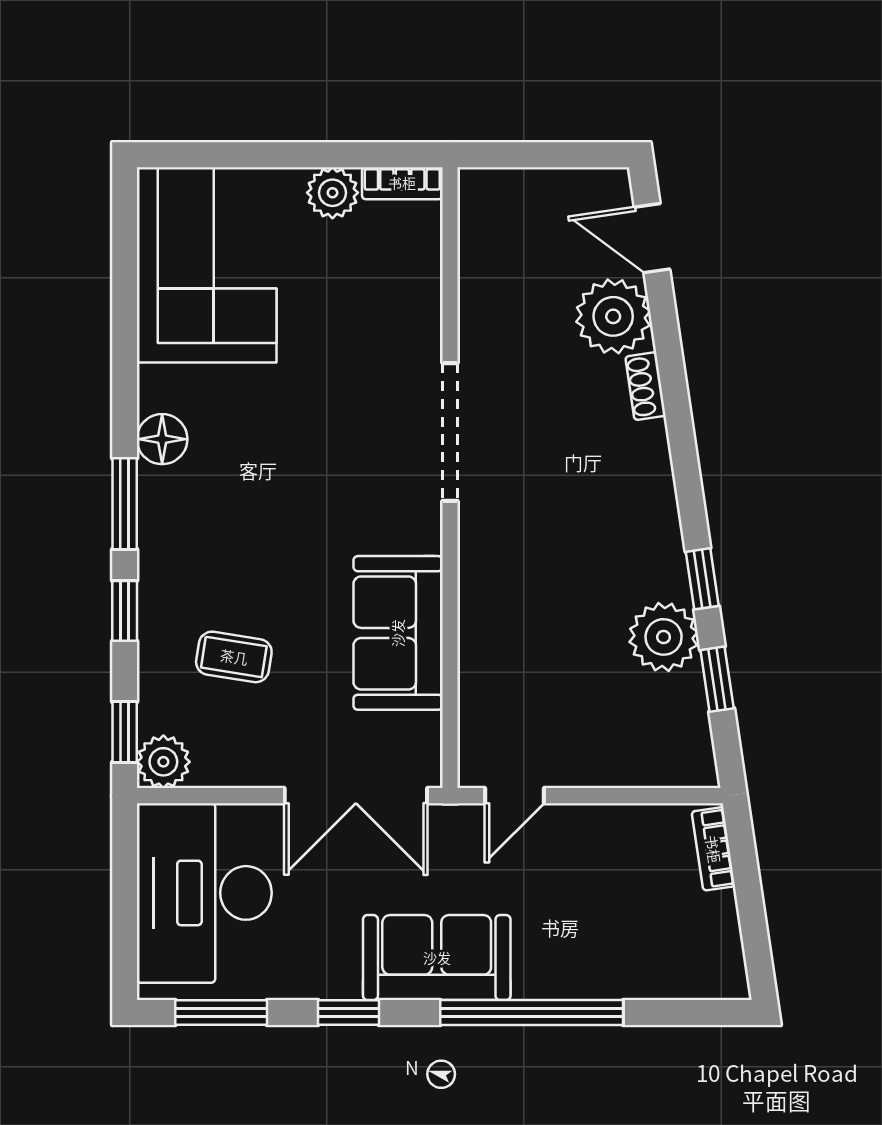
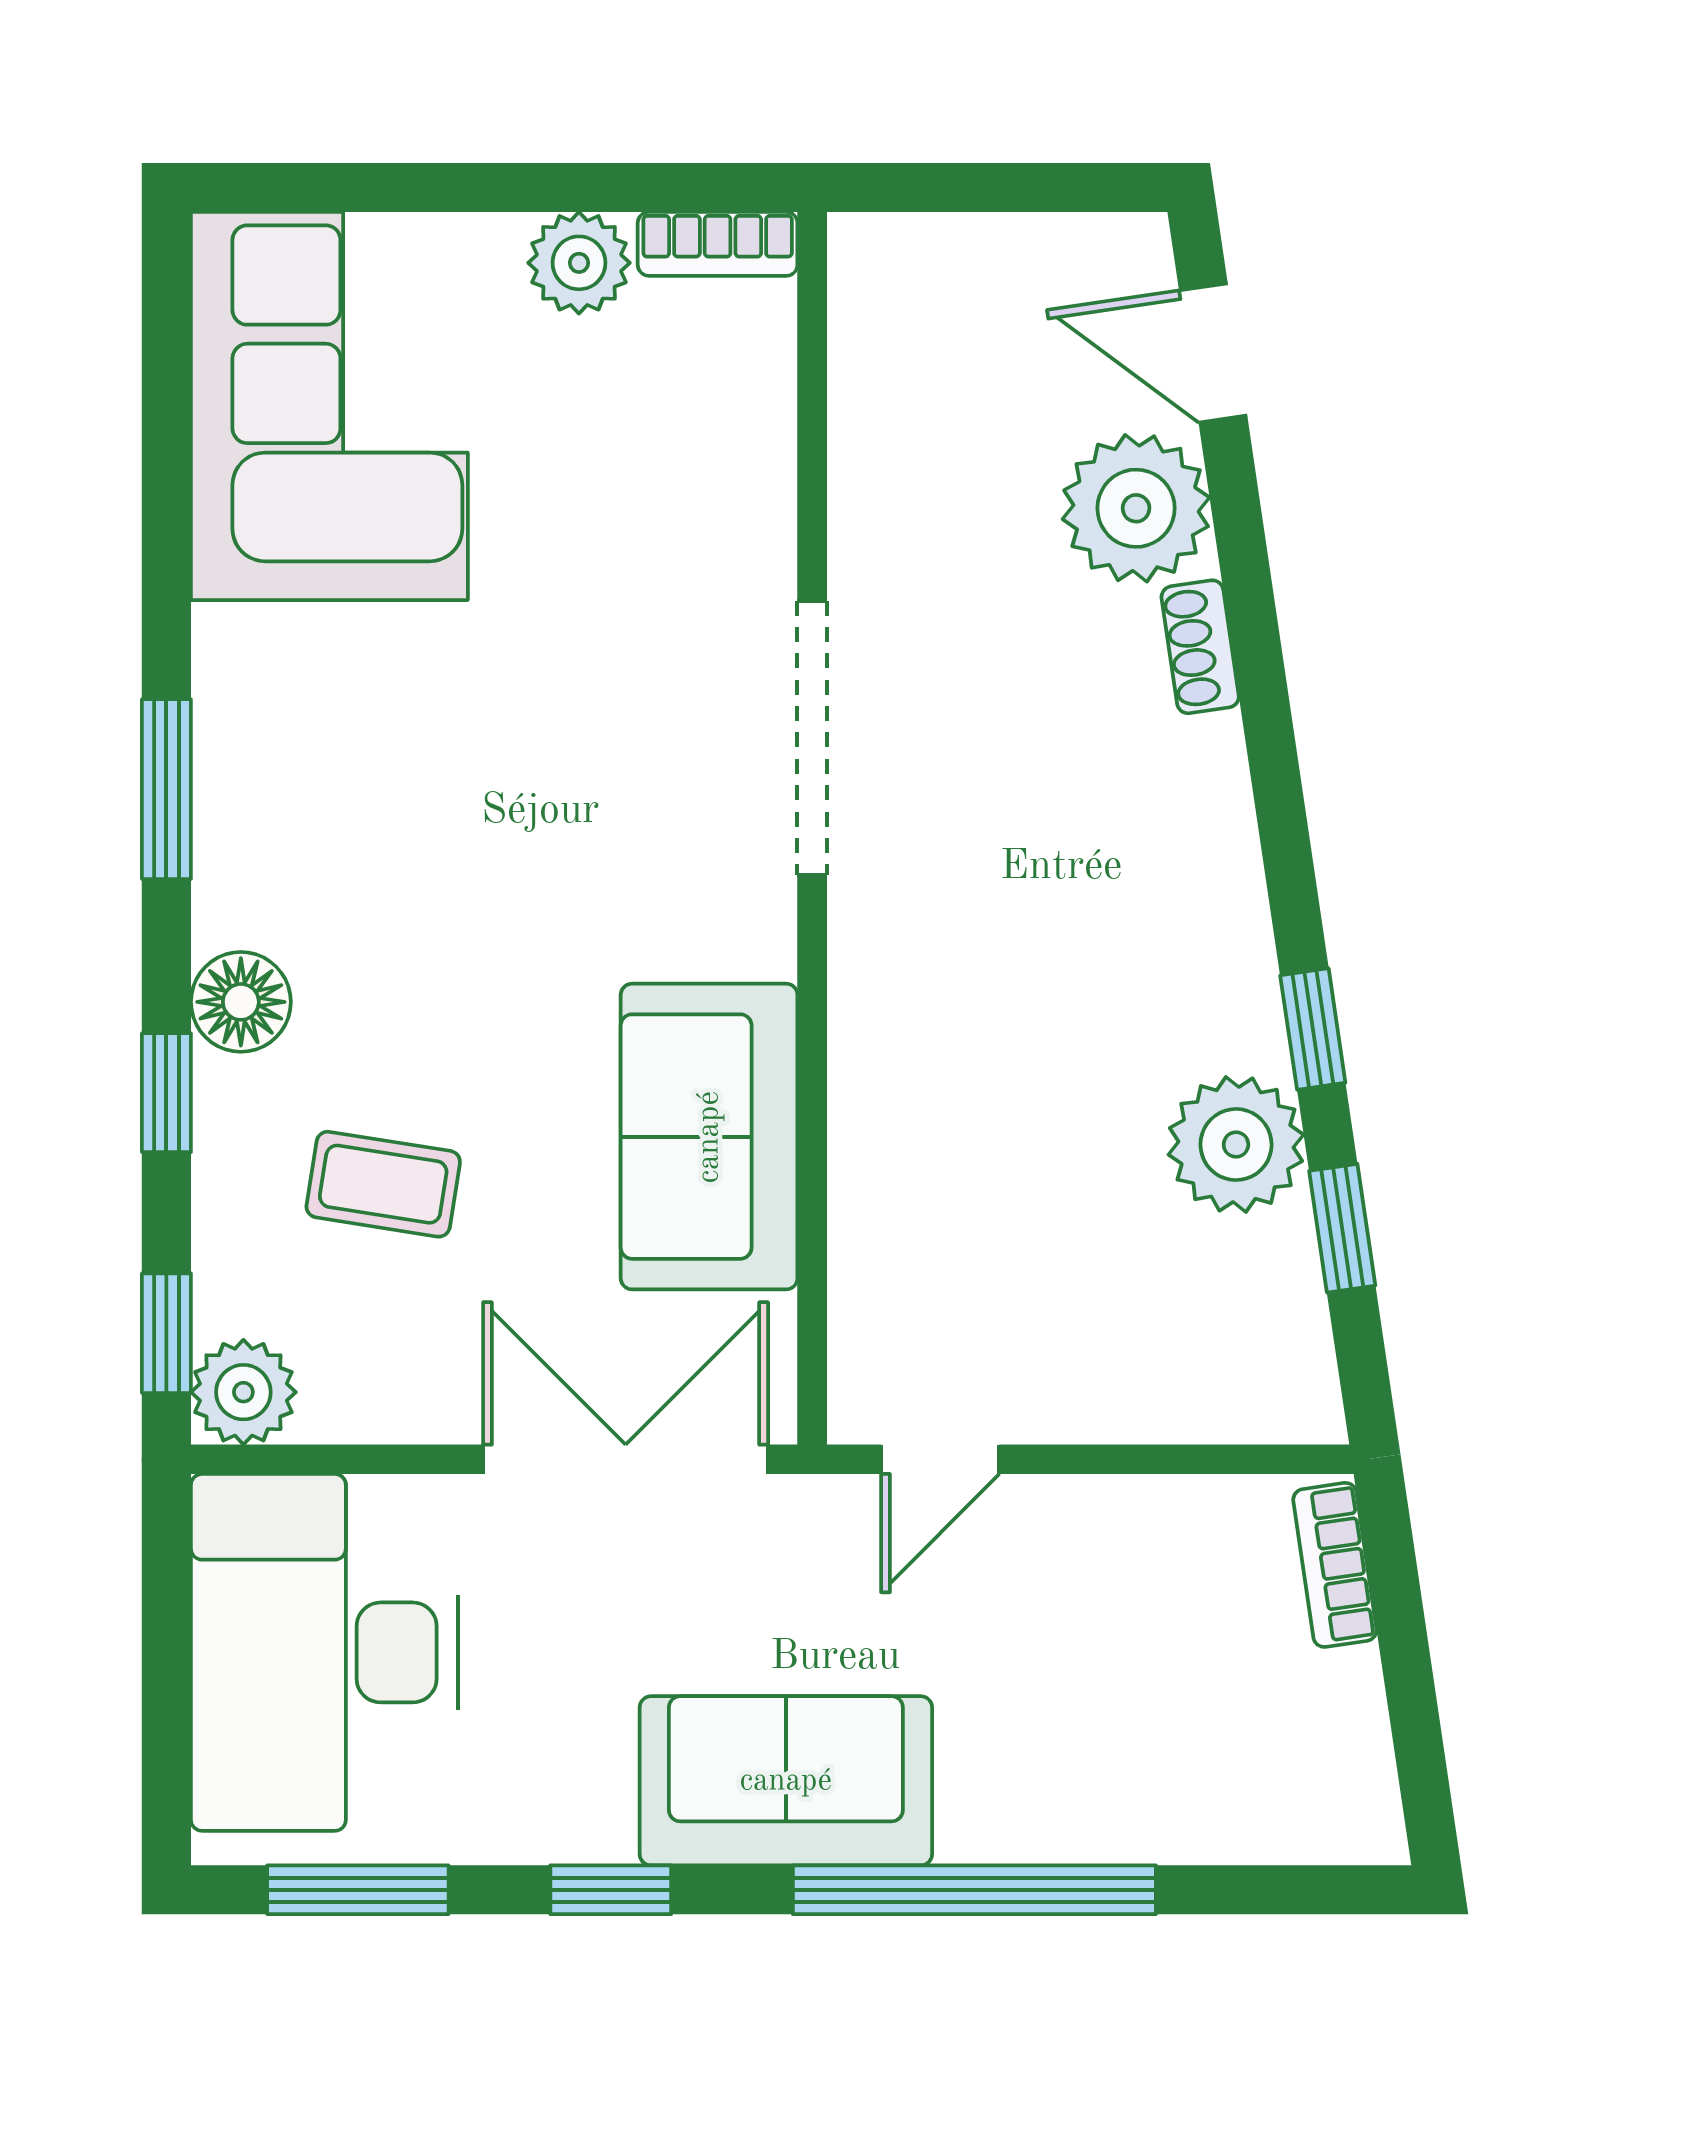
floor lamp: (162, 439) -> (241, 1002), moved
window: (125, 504) -> (166, 789), moved
double door: (356, 796) -> (626, 1459), swing flipped

